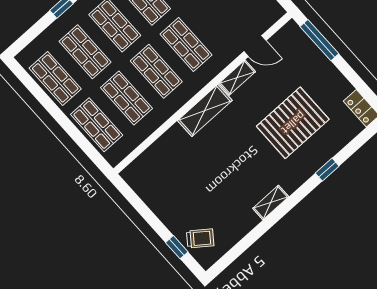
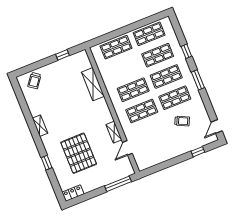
shop shelf: (126, 98) -> (125, 68), removed
shelving: (205, 110) -> (93, 84), moved
window: (177, 247) -> (63, 55), moved

